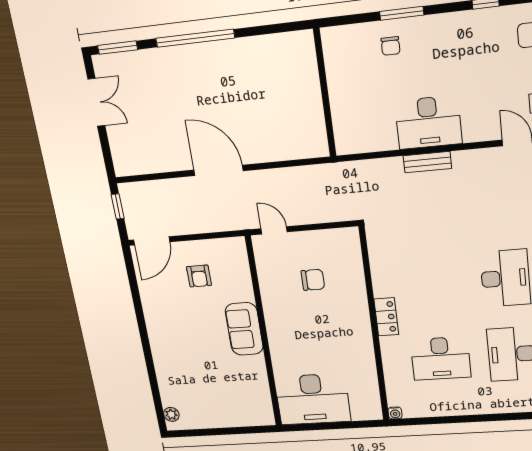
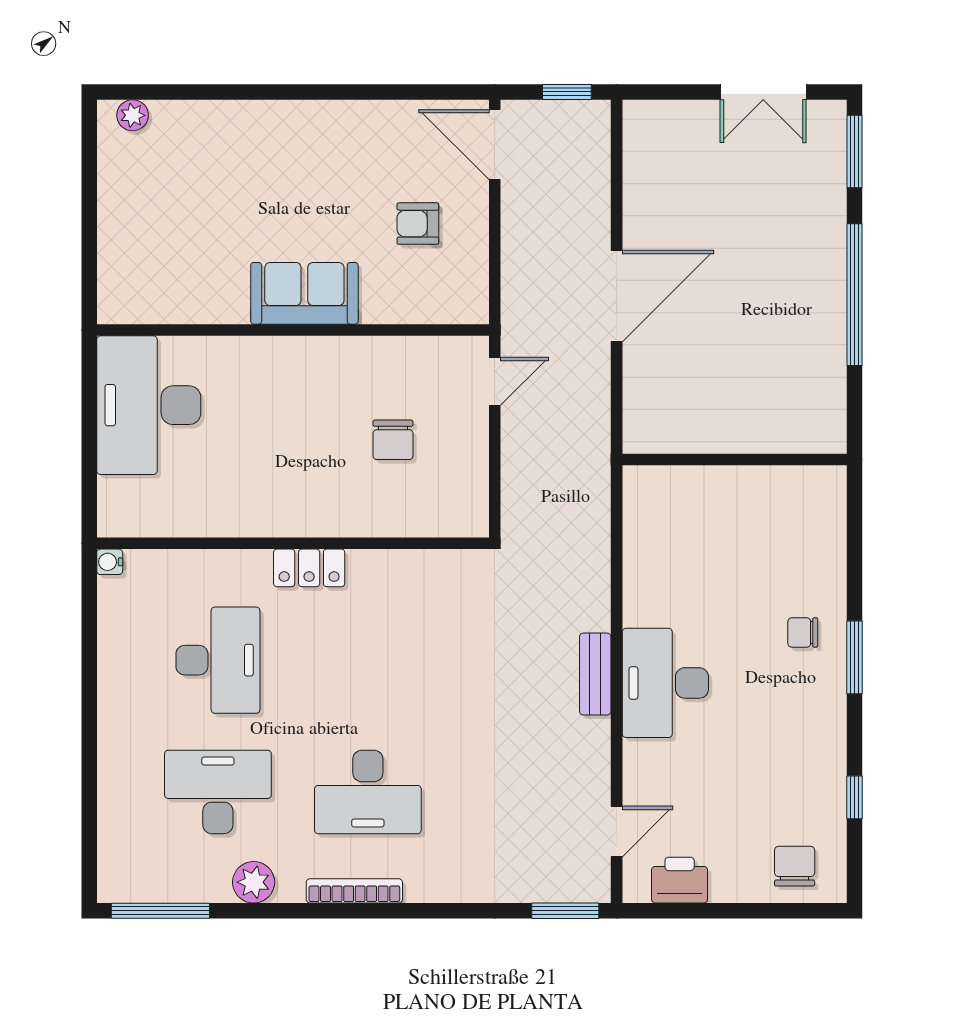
wall: (325, 93) -> (735, 459), moved
desk: (441, 358) -> (218, 660), turned 180

